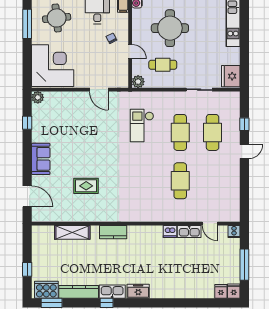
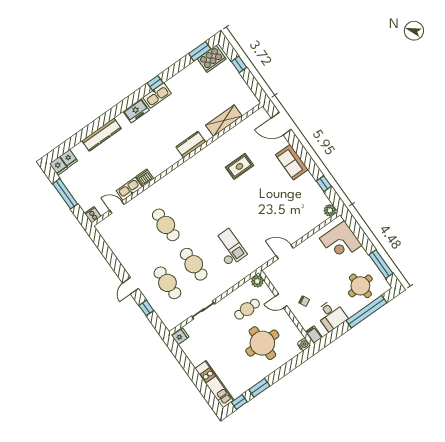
corner desk: (53, 66) -> (341, 242), width x0.74, depth x0.74
fridge: (231, 76) -> (180, 336), width x0.53, depth x0.75
kitchen counter: (79, 292) -> (102, 135), moved

